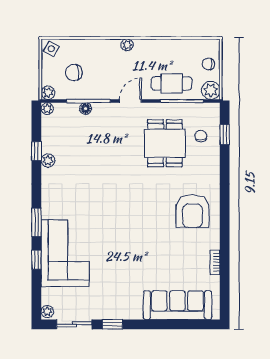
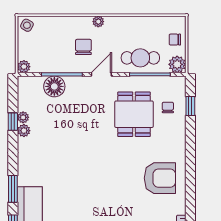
chair: (74, 73) -> (83, 47), moved, turned 94
plant: (47, 109) -> (23, 117), moved
floor lamp: (86, 109) -> (54, 86), width x1.89, depth x1.89
armchair: (192, 211) -> (160, 178), turned -90

